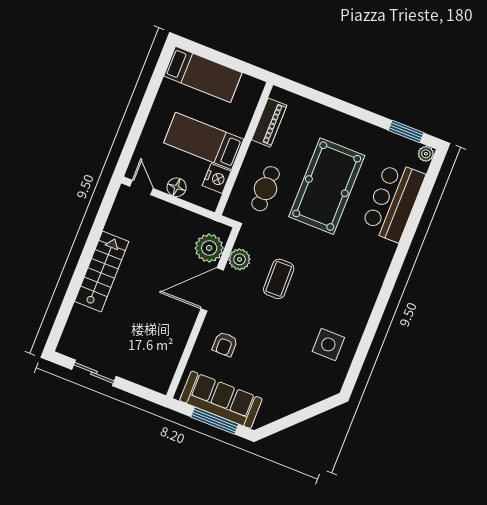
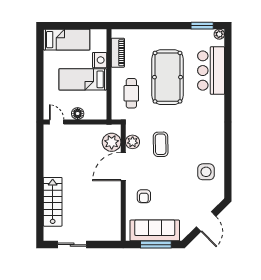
nightstand: (217, 178) -> (100, 60), moved
stairs: (102, 271) -> (53, 202), moved
door: (300, 416) -> (206, 222), added

